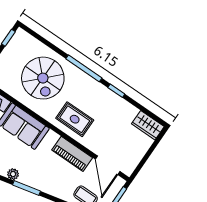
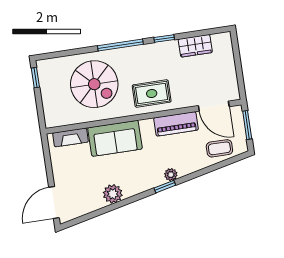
wardrobe: (148, 125) -> (195, 46), moved
plant: (13, 174) -> (171, 175), moved
window: (27, 188) -> (165, 187), width x0.67

